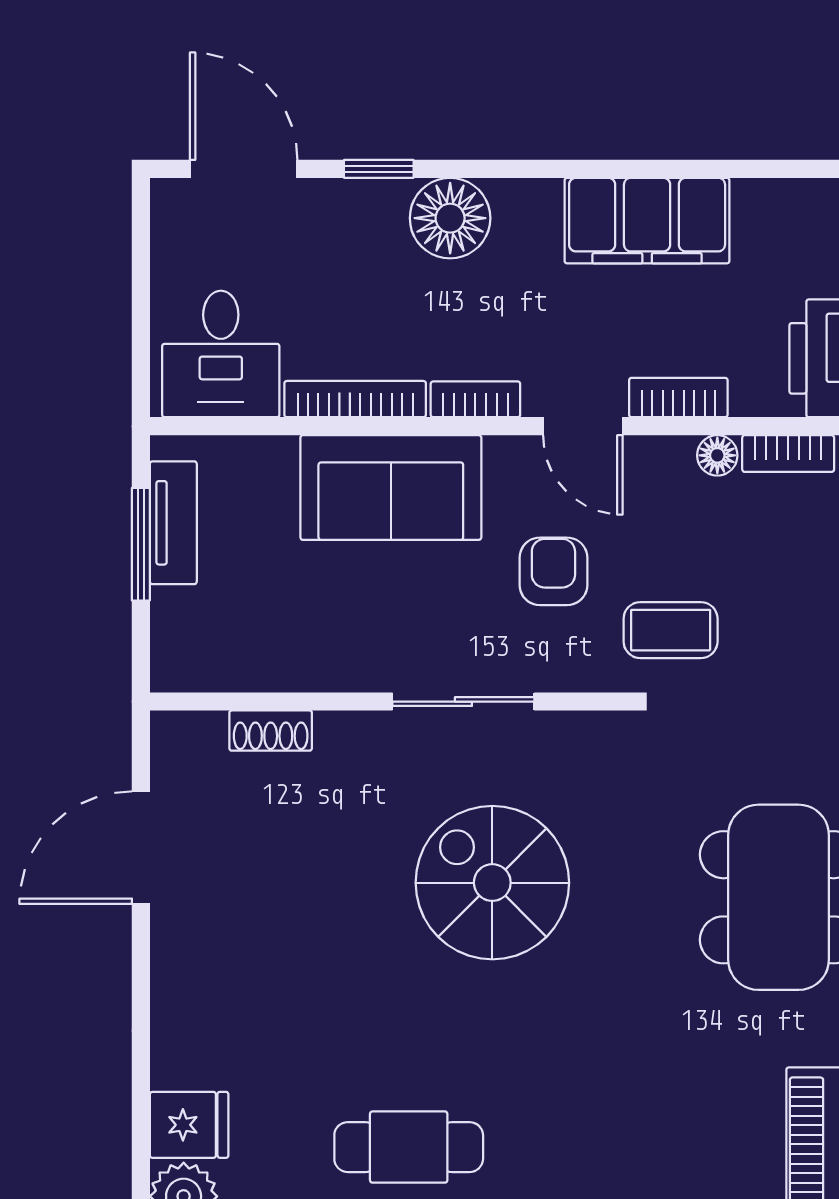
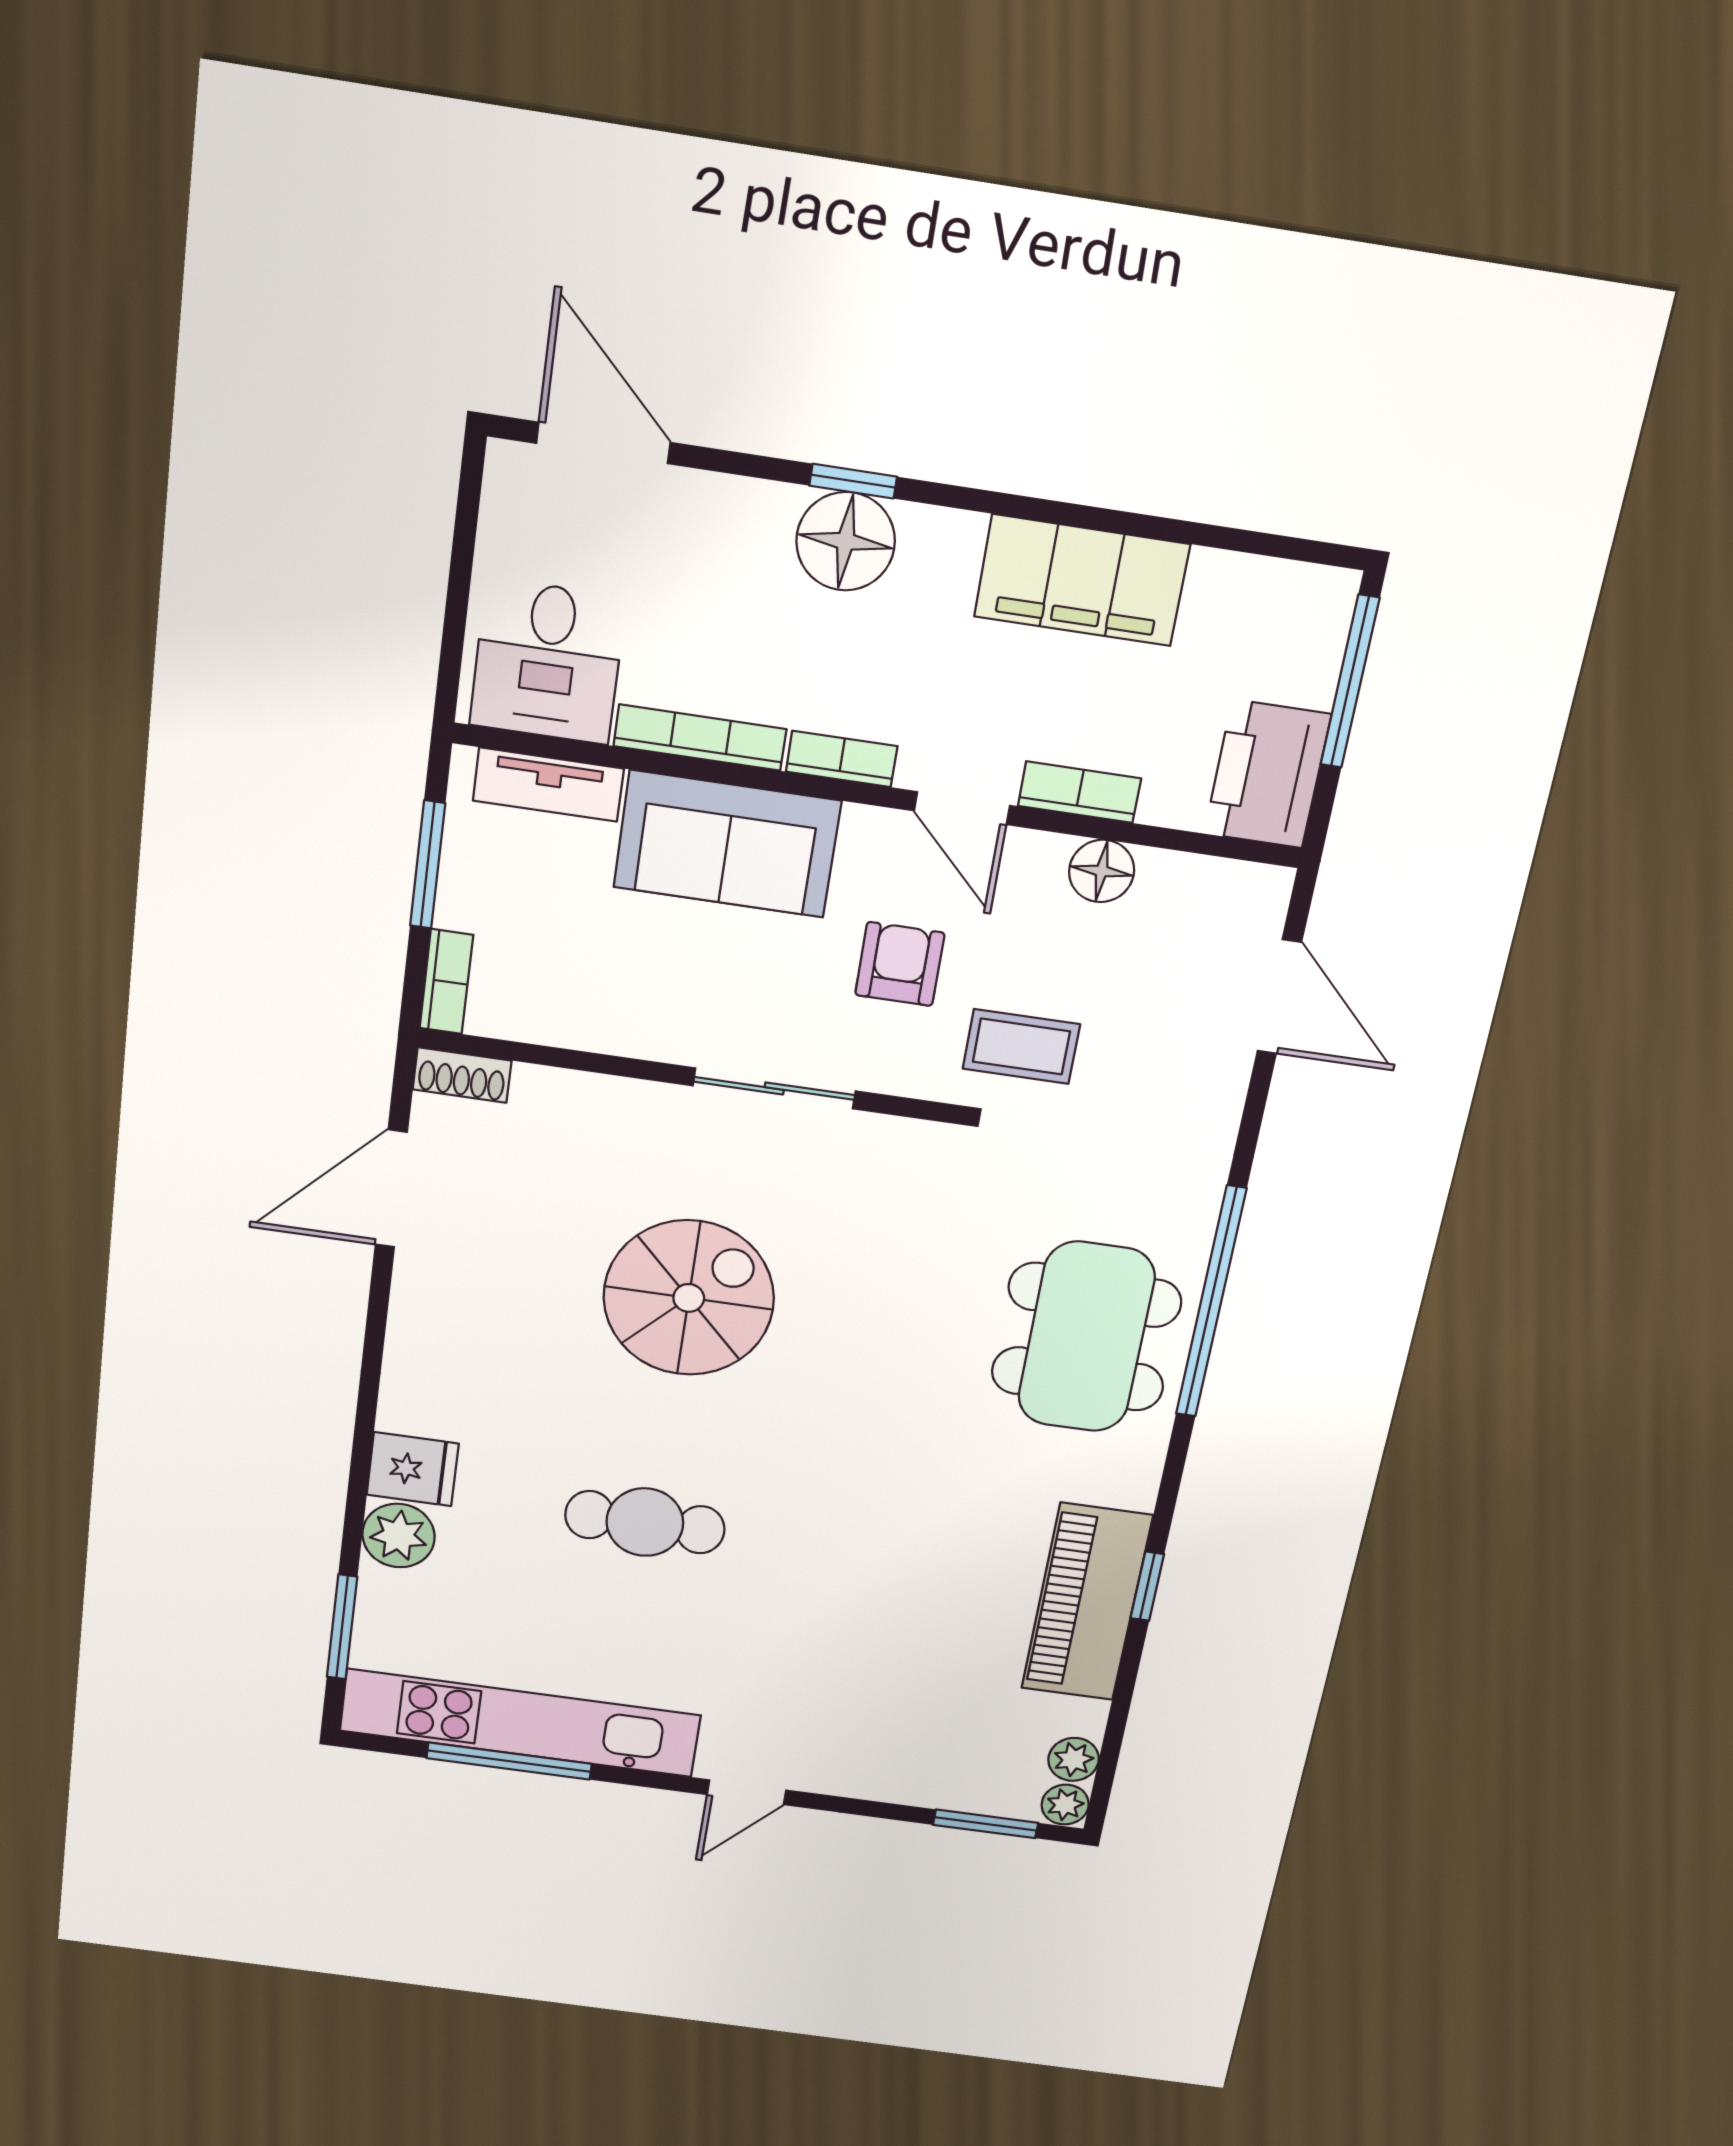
window: (379, 169) -> (853, 481), moved
bookcase: (788, 454) -> (446, 982), moved, turned -90
floor lamp: (717, 455) -> (1102, 871), width x1.37, depth x1.37
tv unit: (173, 523) -> (548, 785), moved, turned 90
shoe rack: (271, 731) -> (462, 1075), moved
spiral stairs: (492, 883) -> (689, 1298), moved, turned 90

